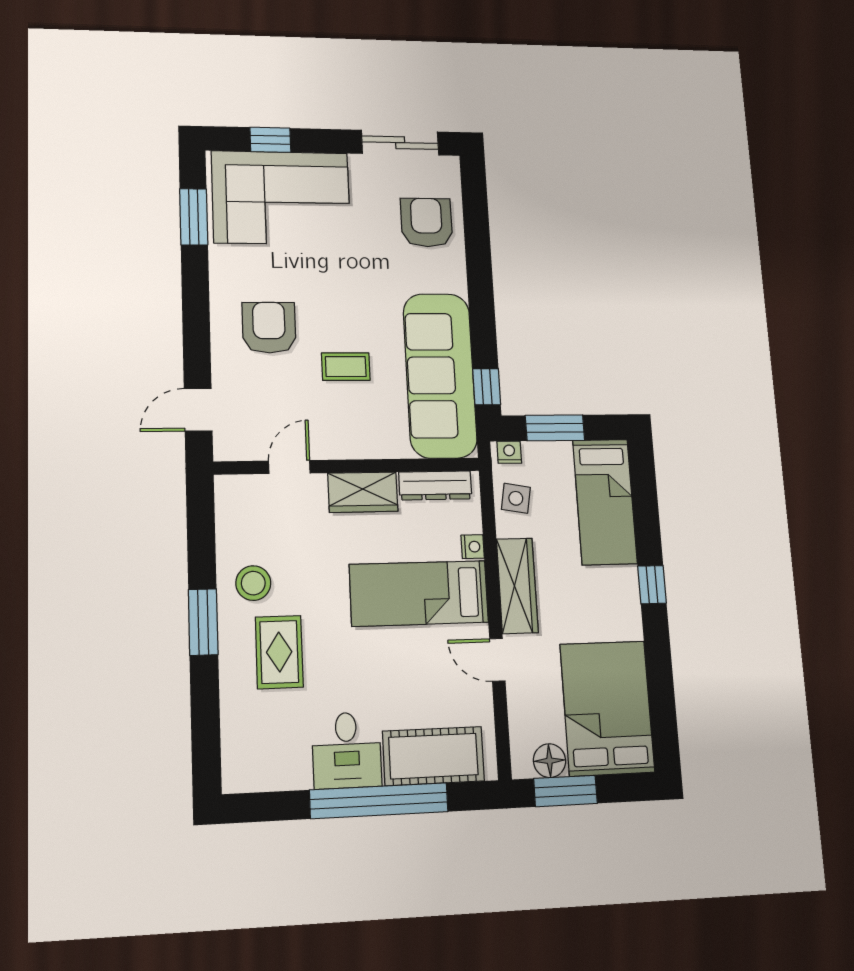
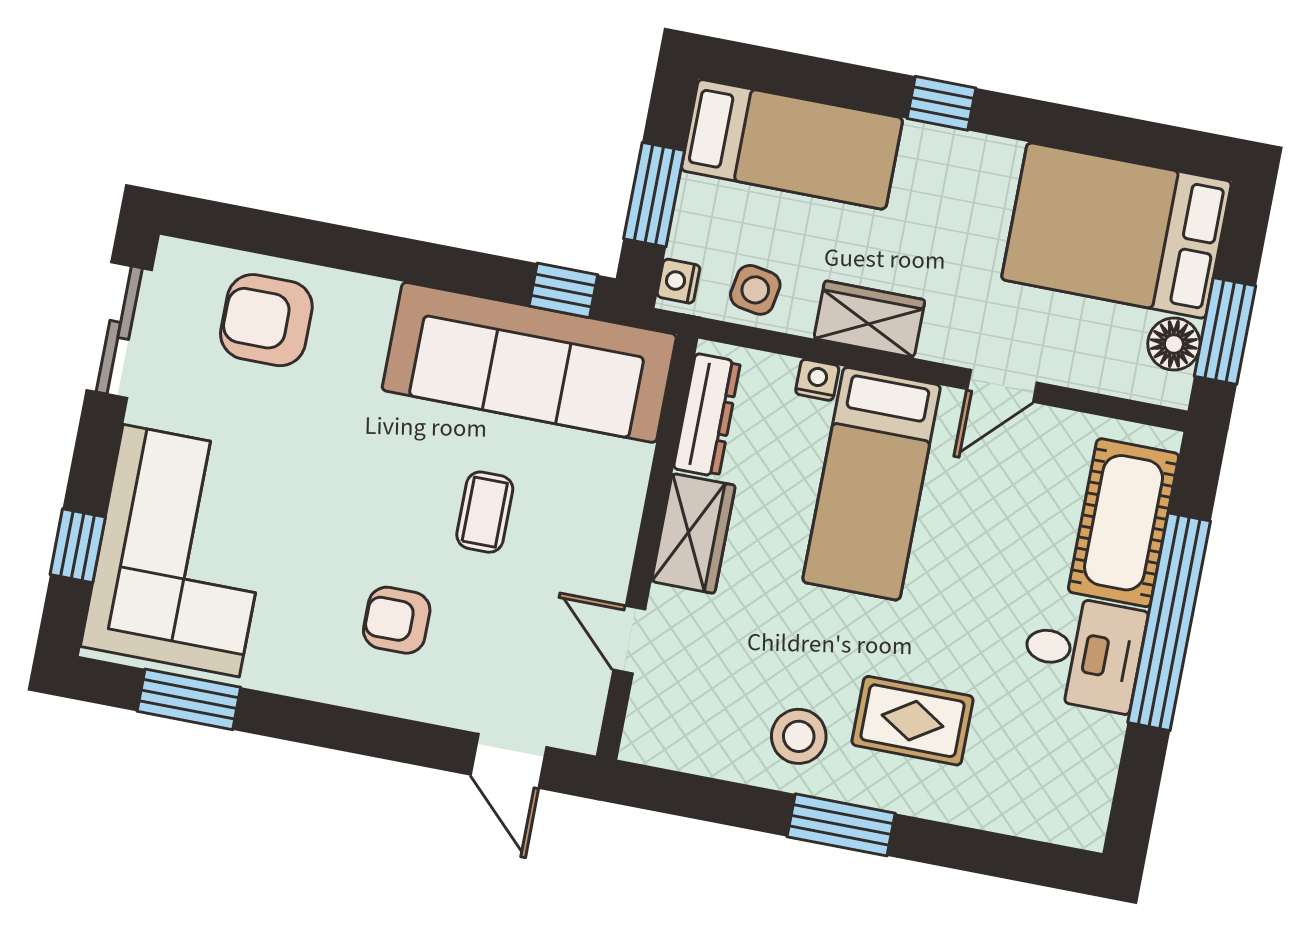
armchair: (269, 328) -> (397, 620), width x0.72, depth x0.72
wardrobe: (517, 586) -> (869, 319), width x0.67

